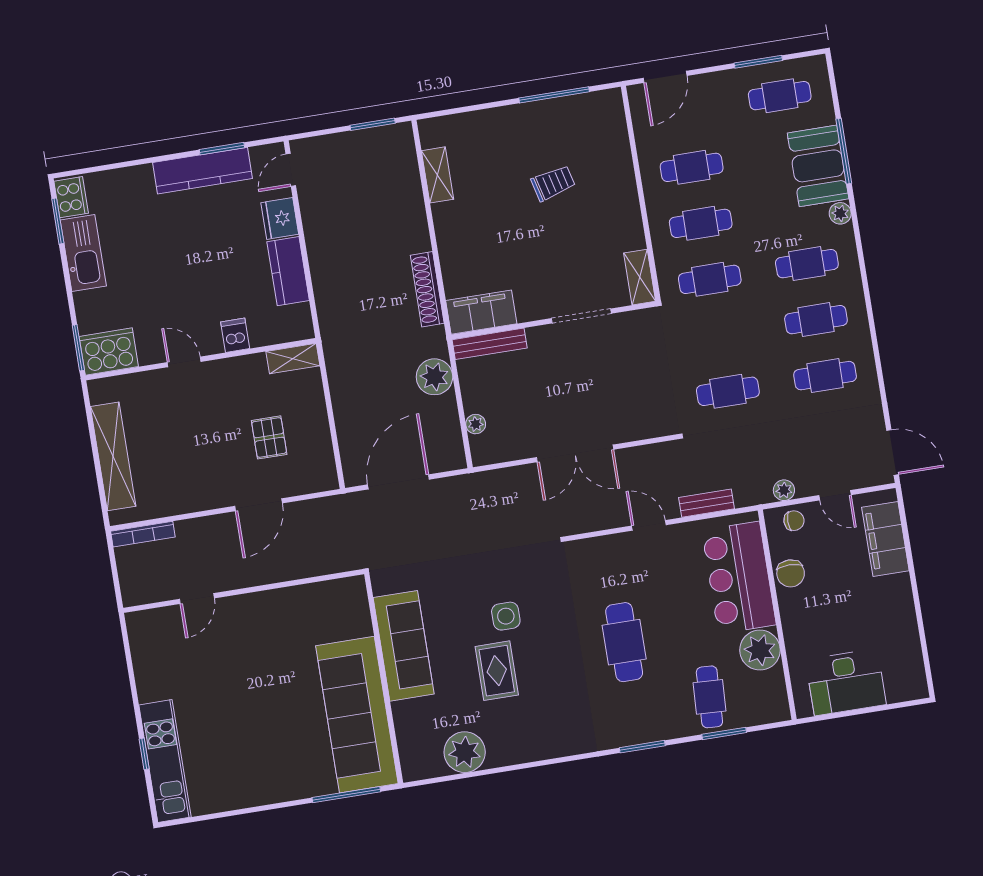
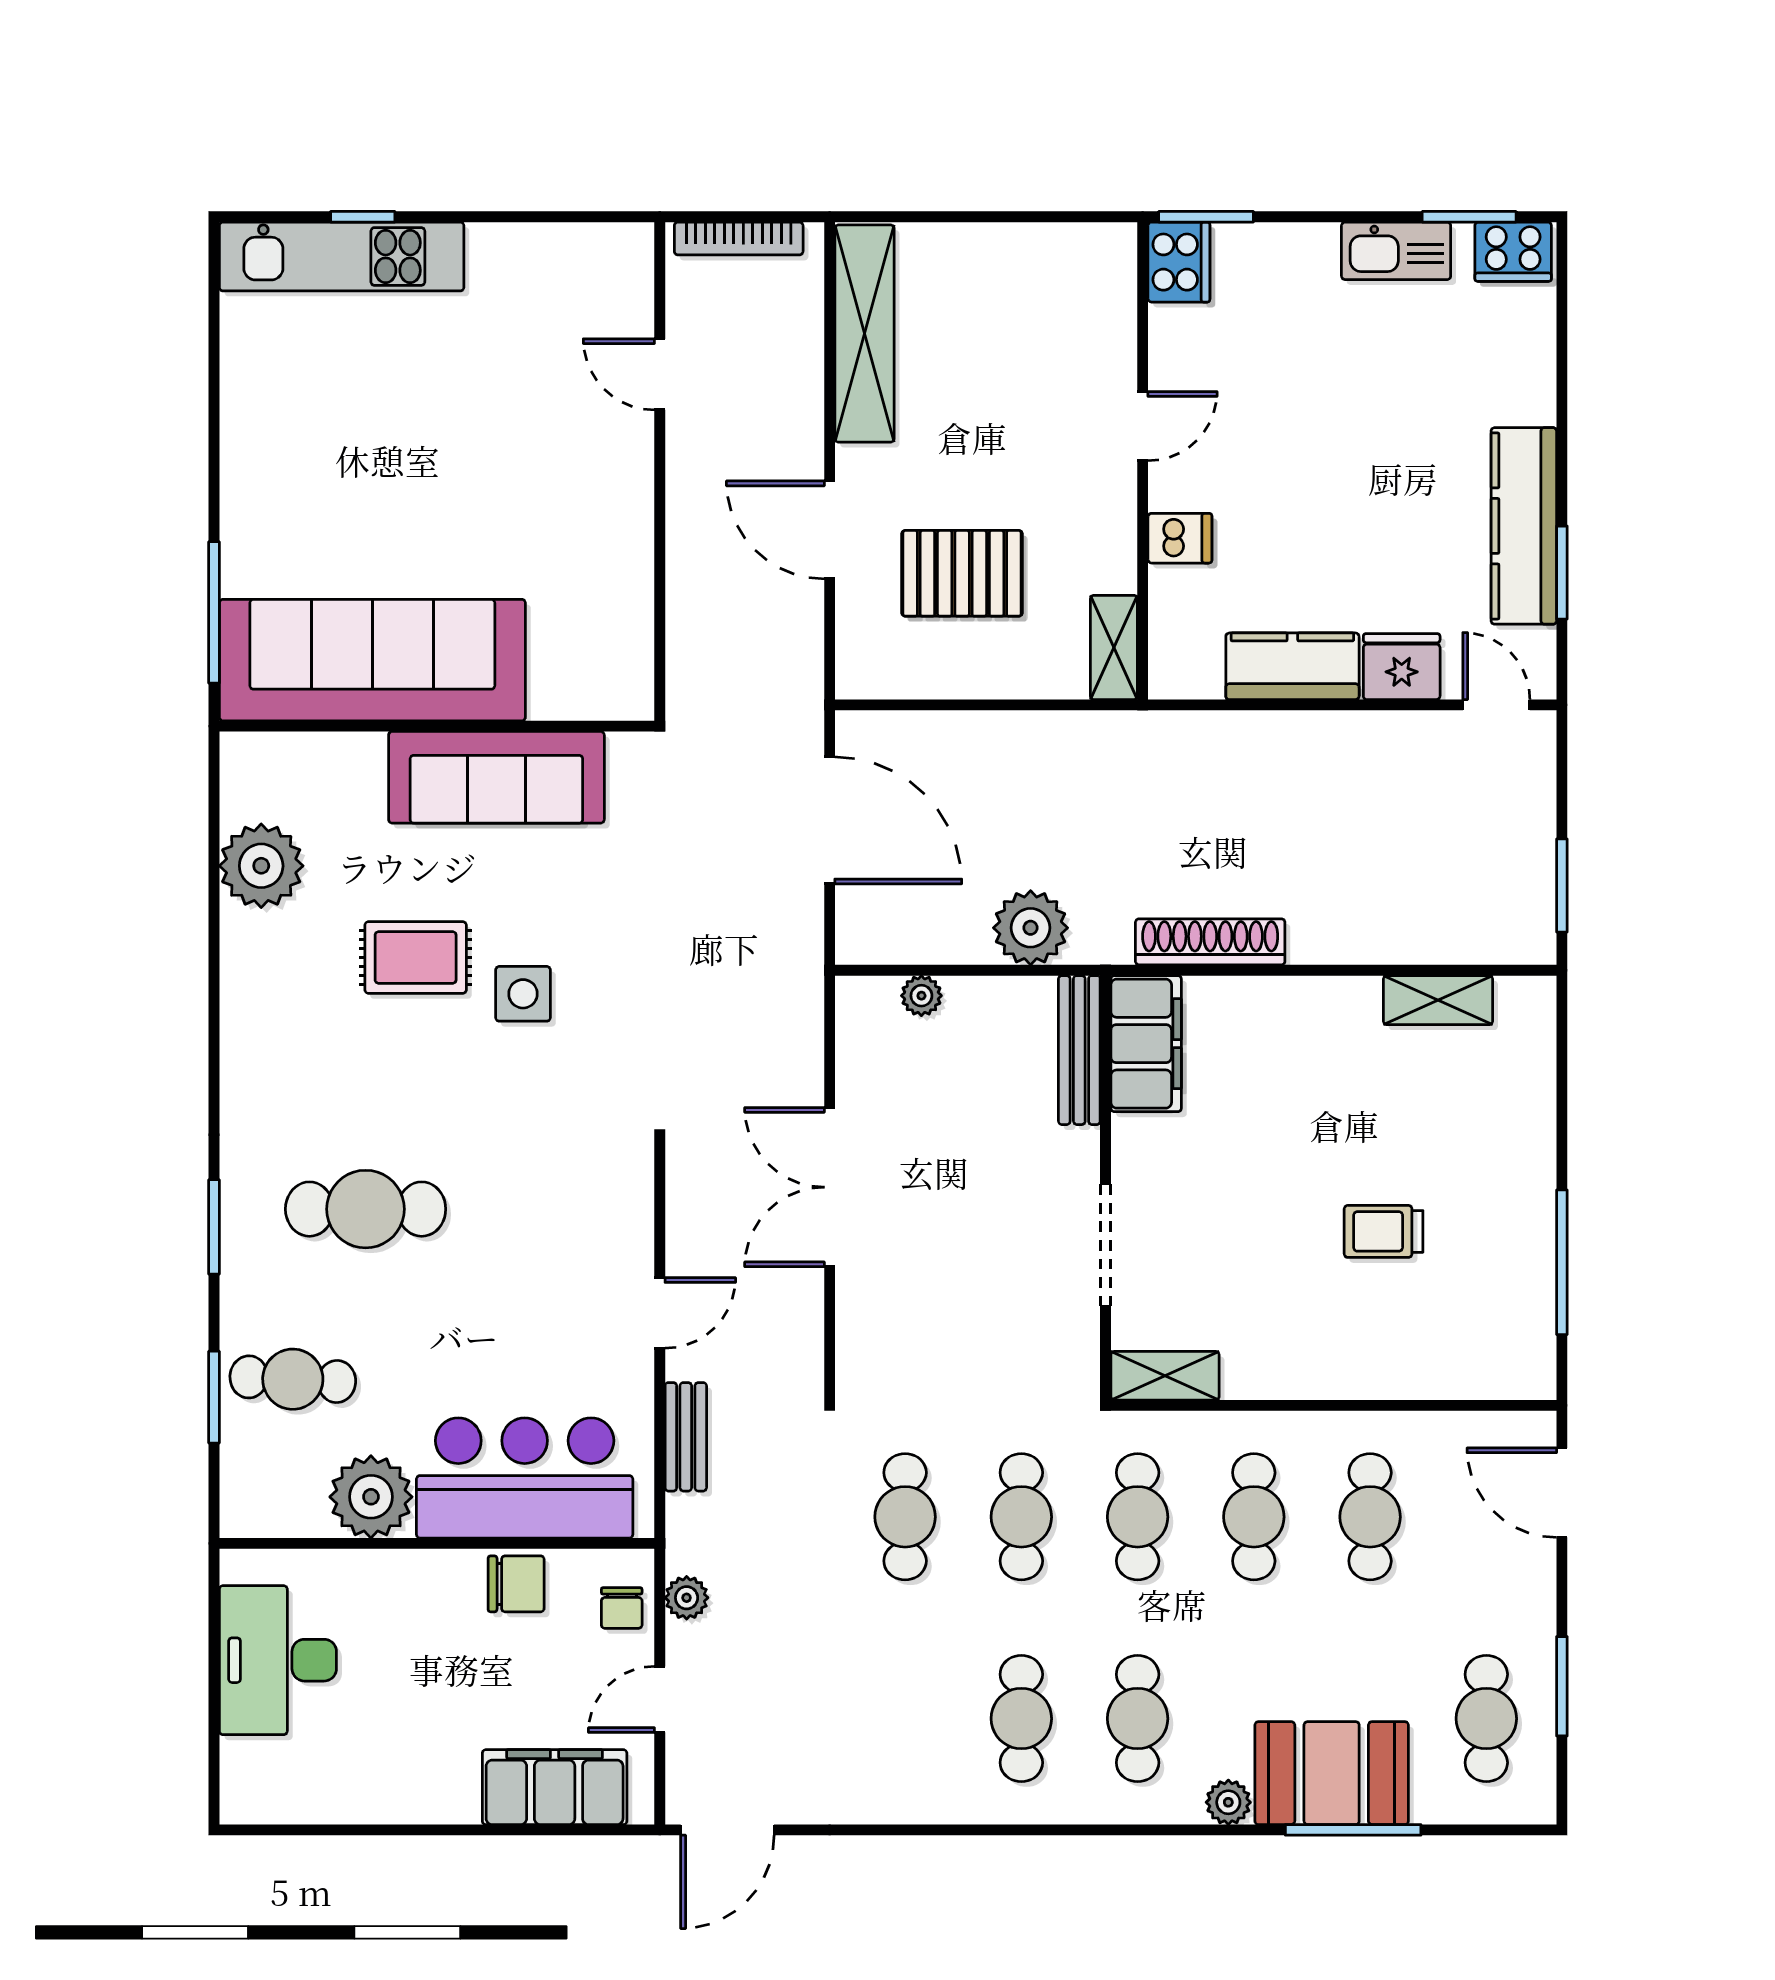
trolley: (553, 183) -> (1384, 1231), turned 104
kitchen sink: (83, 253) -> (1396, 251), width x0.73, depth x0.81
cooker: (109, 352) -> (1179, 262), width x0.73, depth x0.76
cafe table: (825, 376) -> (1021, 1517), moved
pallet: (269, 437) -> (962, 573), width x1.50, depth x1.42
shelving: (113, 456) -> (864, 334), moved, turned 90
bookcase: (143, 534) -> (739, 238), moved, turned -90
chair: (791, 573) -> (516, 1584), turned 180
cafe table: (624, 642) -> (366, 1209), moved

